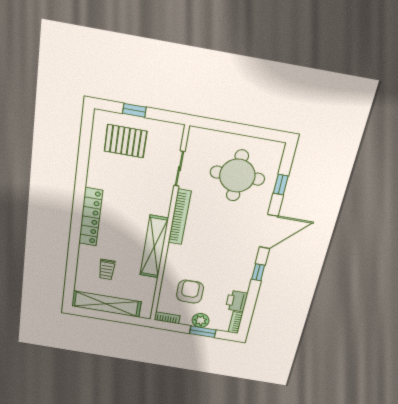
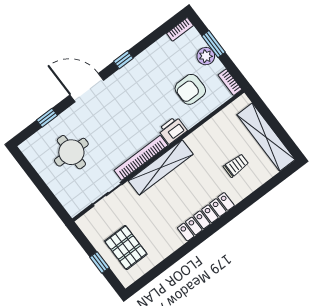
round table: (237, 176) -> (71, 152), width x0.73, depth x0.73
shelving: (154, 247) -> (161, 168), moved
printer: (237, 301) -> (173, 130), moved, turned 180

